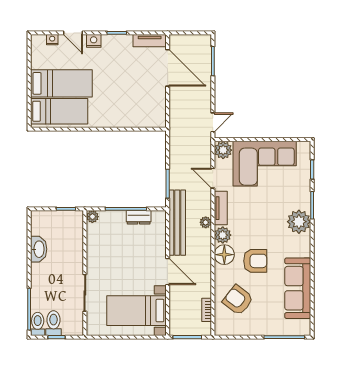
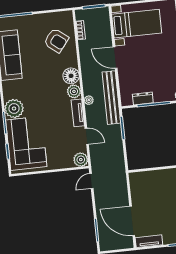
corner sofa: (265, 164) -> (26, 143), moved, turned 90
armchair: (255, 261) -> (46, 73), removed

